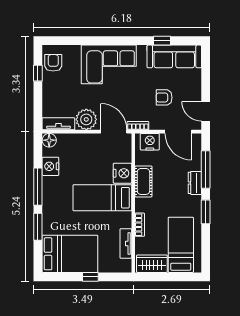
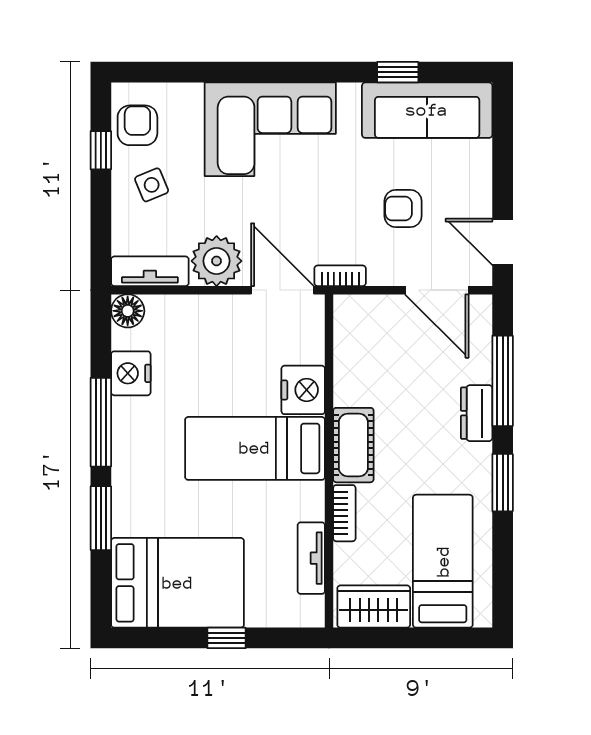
side table: (59, 88) -> (152, 185), added
nightstand: (150, 142) -> (369, 314), removed
cot: (143, 181) -> (353, 445), moved

